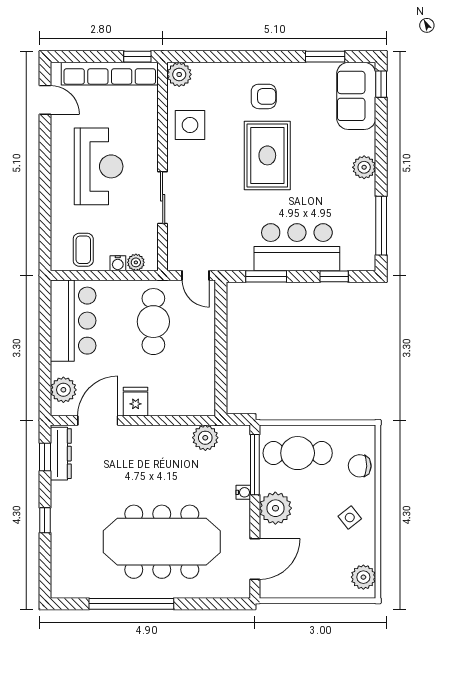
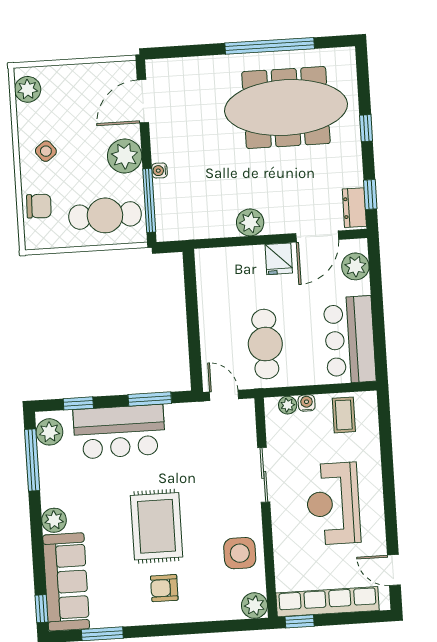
sofa: (356, 96) -> (66, 582), width x1.36
plant: (363, 251) -> (49, 432), added
plant: (205, 438) -> (250, 222), moved
dresser: (61, 454) -> (354, 208), width x0.70
meeting table: (162, 542) -> (286, 108), moved

